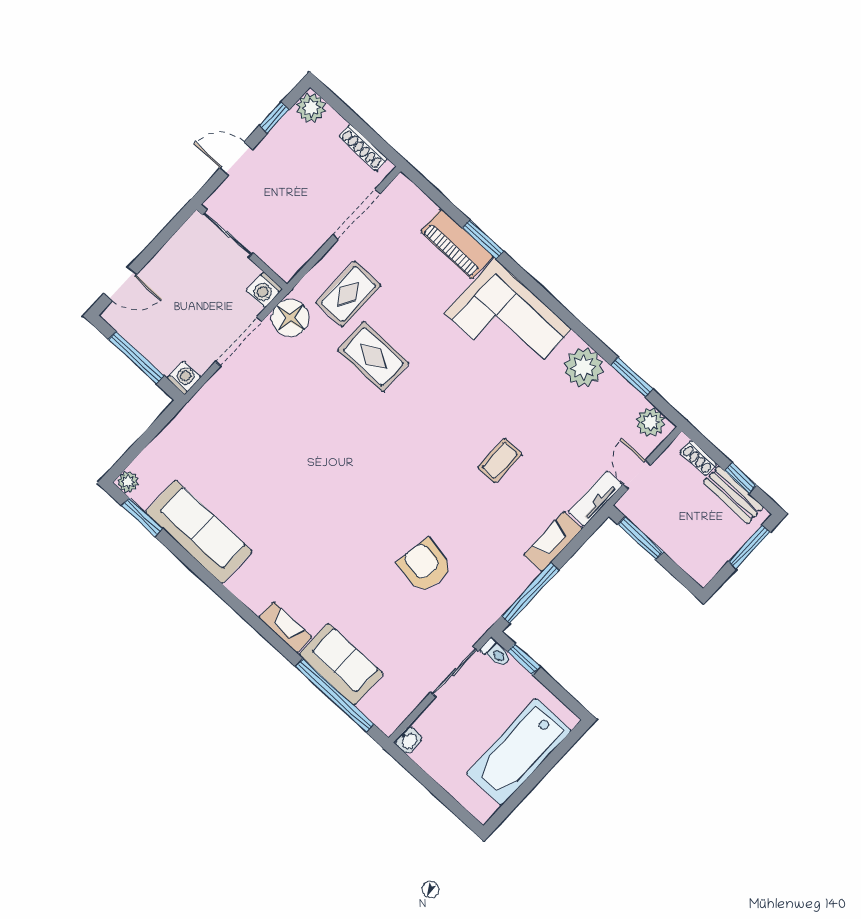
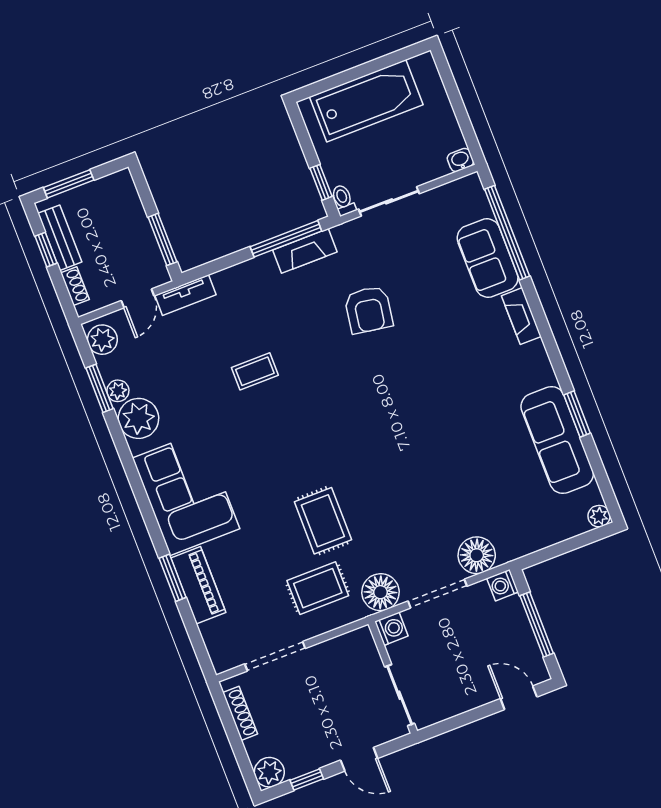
plant: (614, 383) -> (118, 391), added
floor lamp: (220, 393) -> (477, 555), added
window: (142, 517) -> (577, 414), moved
fireplace: (553, 542) -> (305, 251), moved

